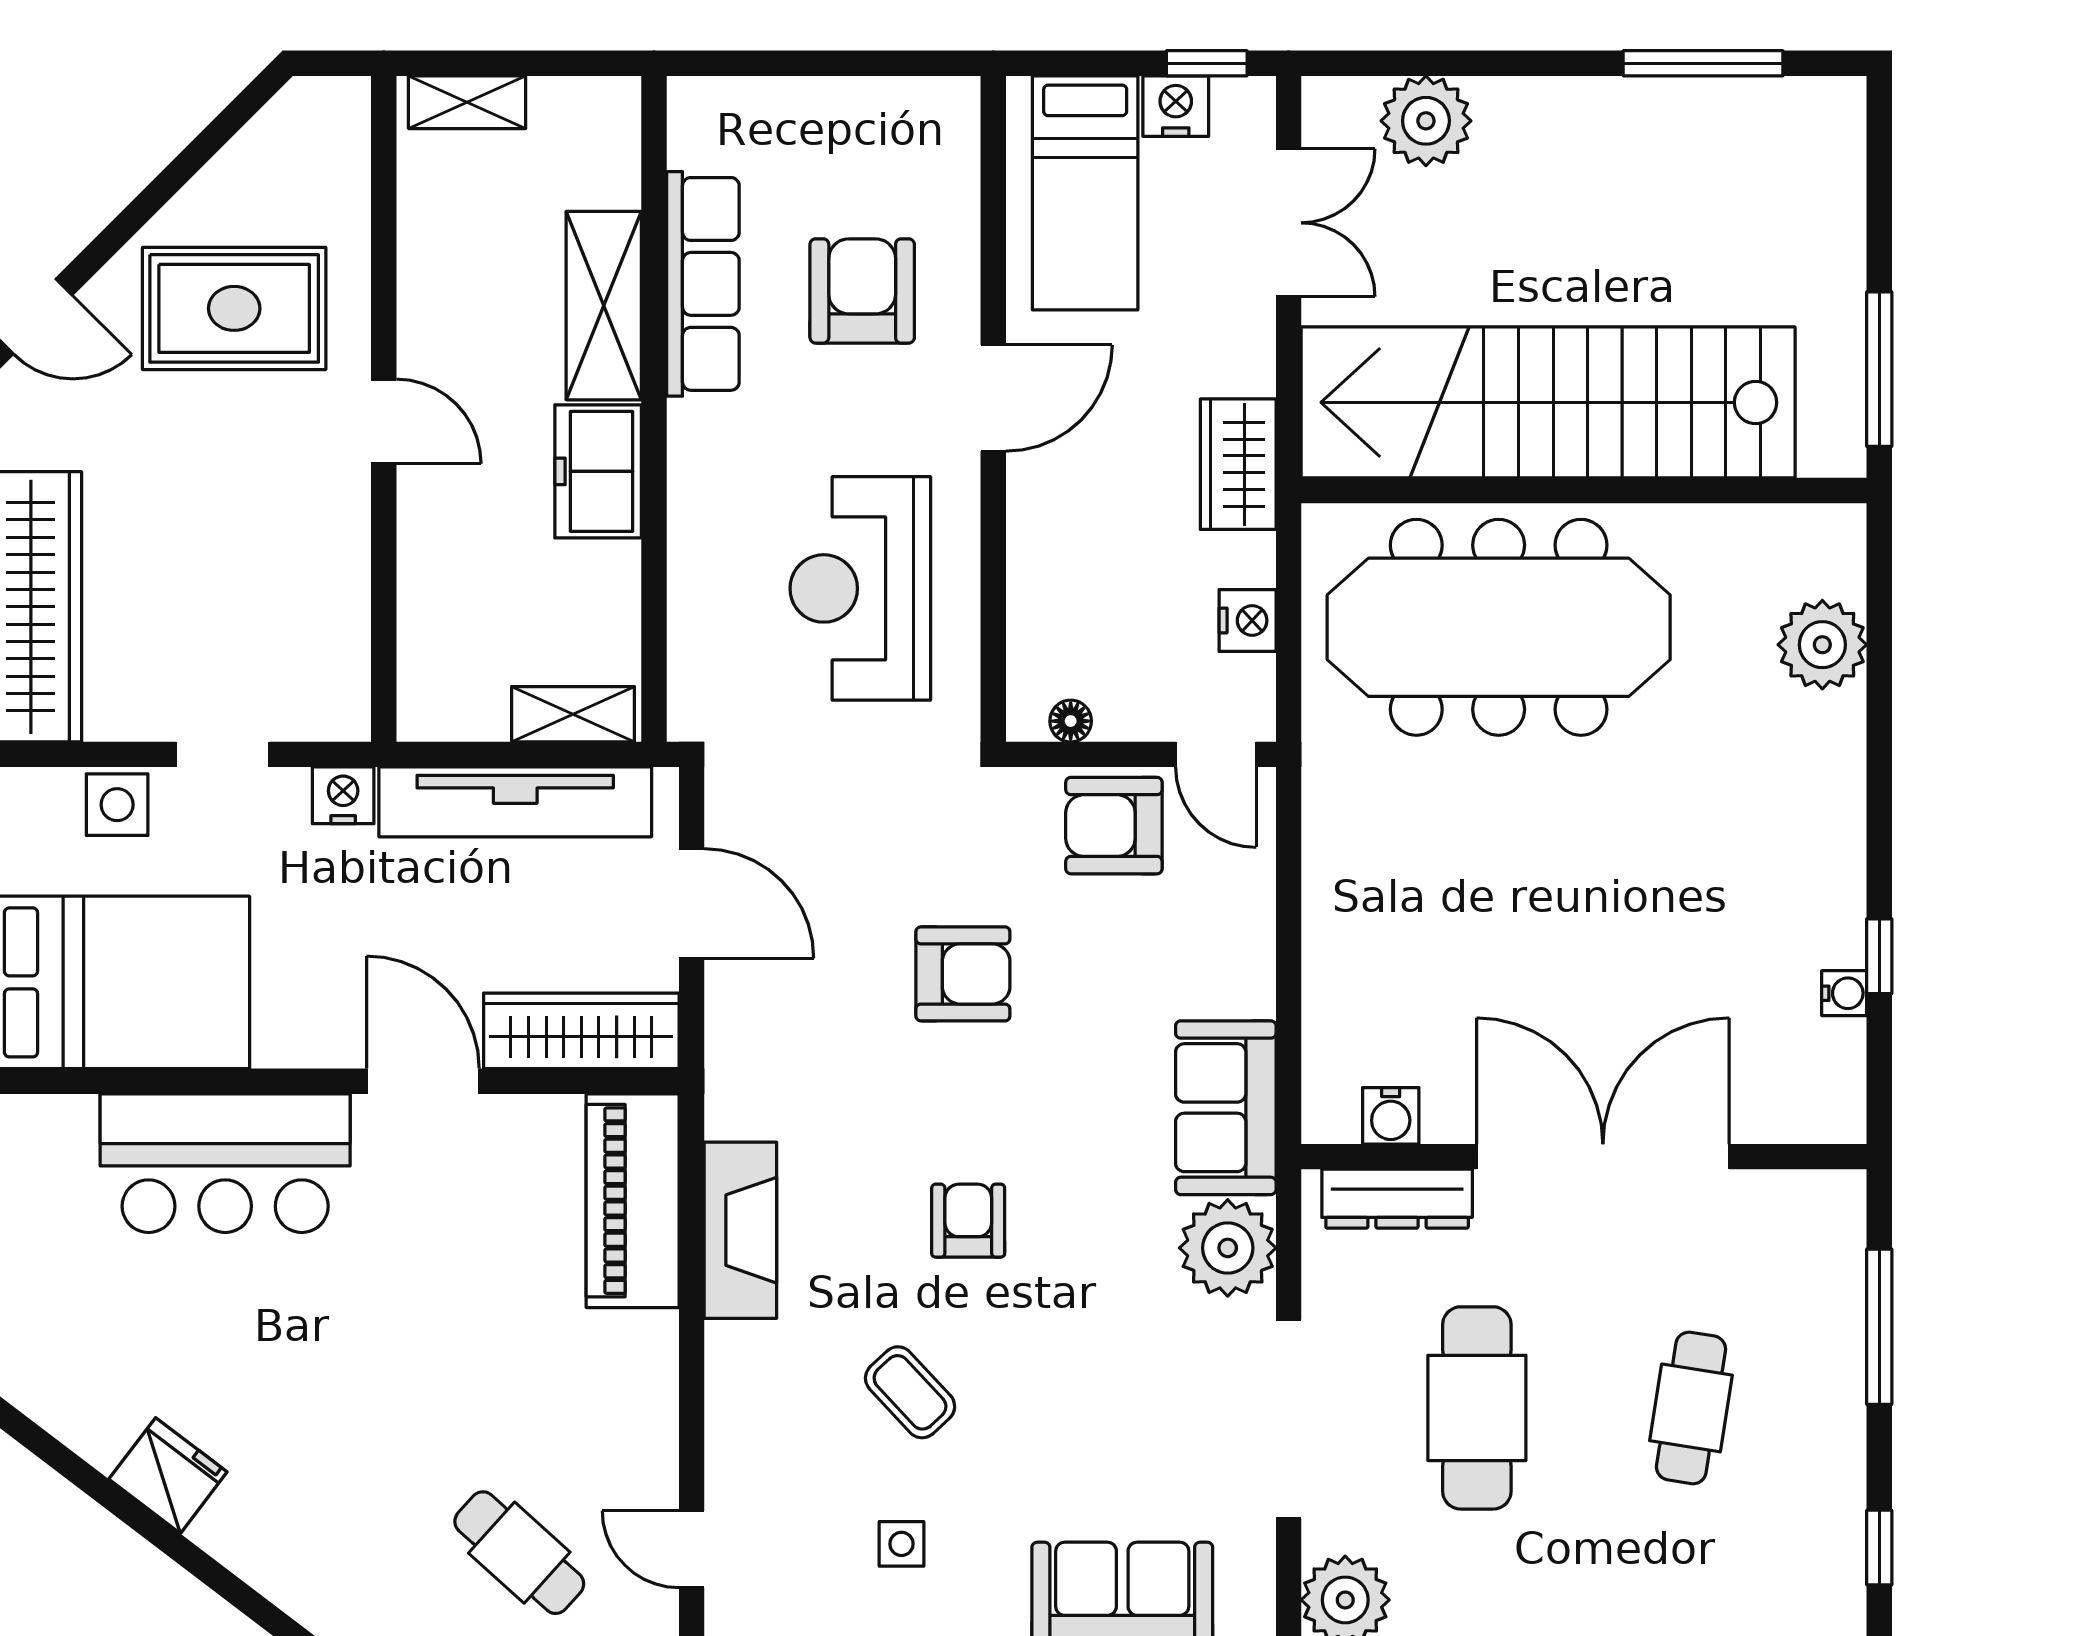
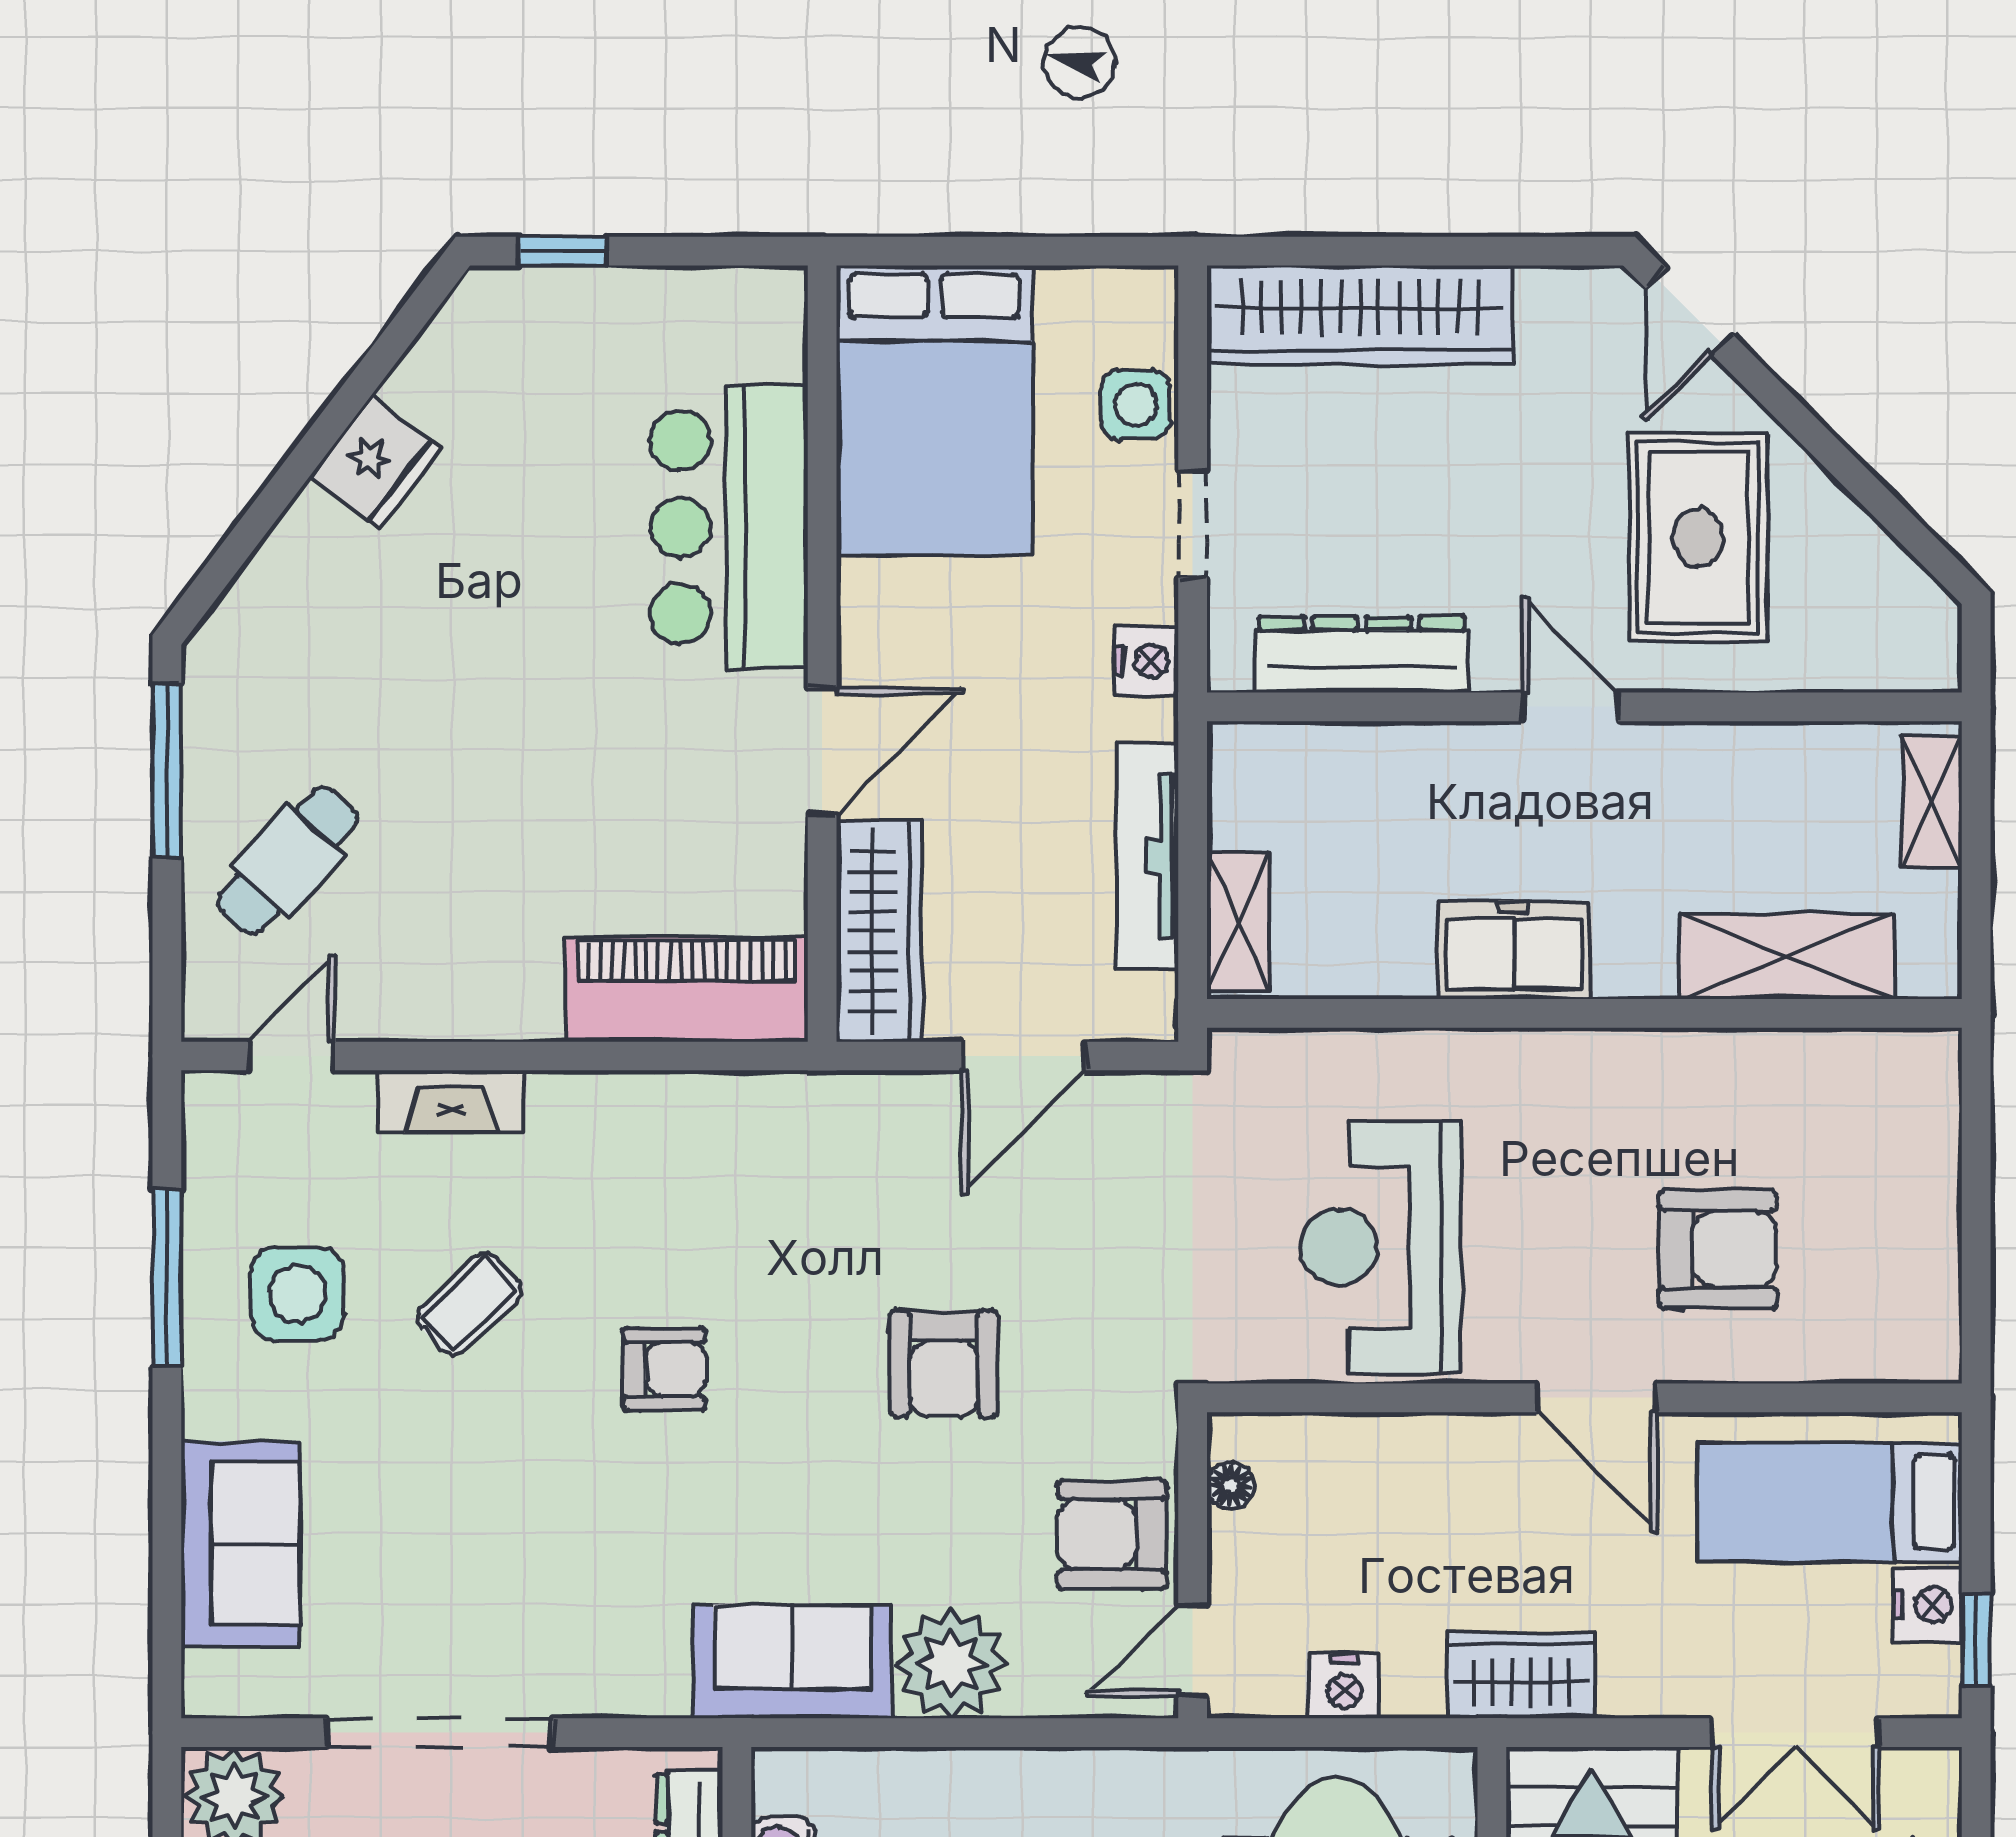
row of seats: (703, 284) -> (1726, 1069), removed
shelving: (604, 306) -> (1786, 956), moved
door: (384, 421) -> (1570, 707), swing flipped
reception desk: (860, 588) -> (1381, 1247), turned -90
dresser: (337, 605) -> (1362, 655), added
tv unit: (515, 802) -> (1148, 856), width x0.73, depth x0.78
armchair: (1114, 826) -> (1112, 1535), turned -90
fireplace: (740, 1230) -> (451, 1101), moved, width x0.73, depth x0.76
plant: (1228, 1248) -> (951, 1664), moved
side table: (901, 1544) -> (298, 1294), width x1.87, depth x1.87

